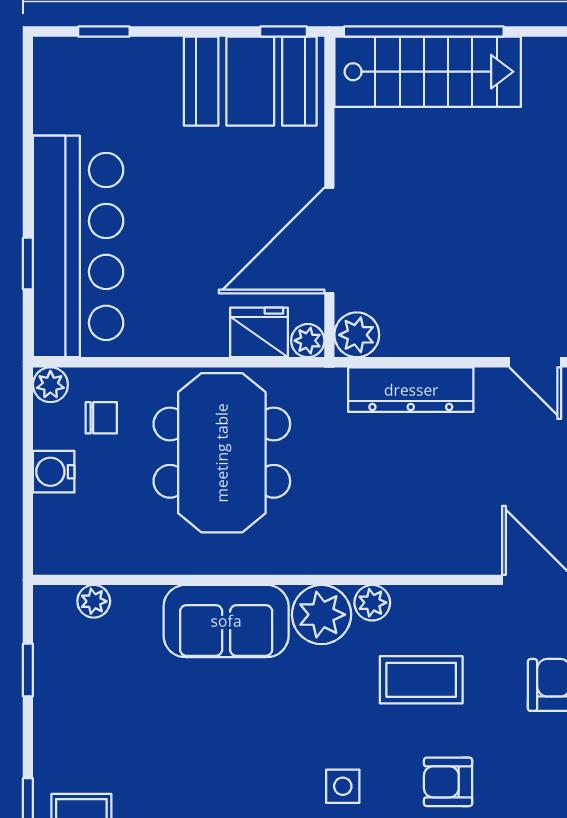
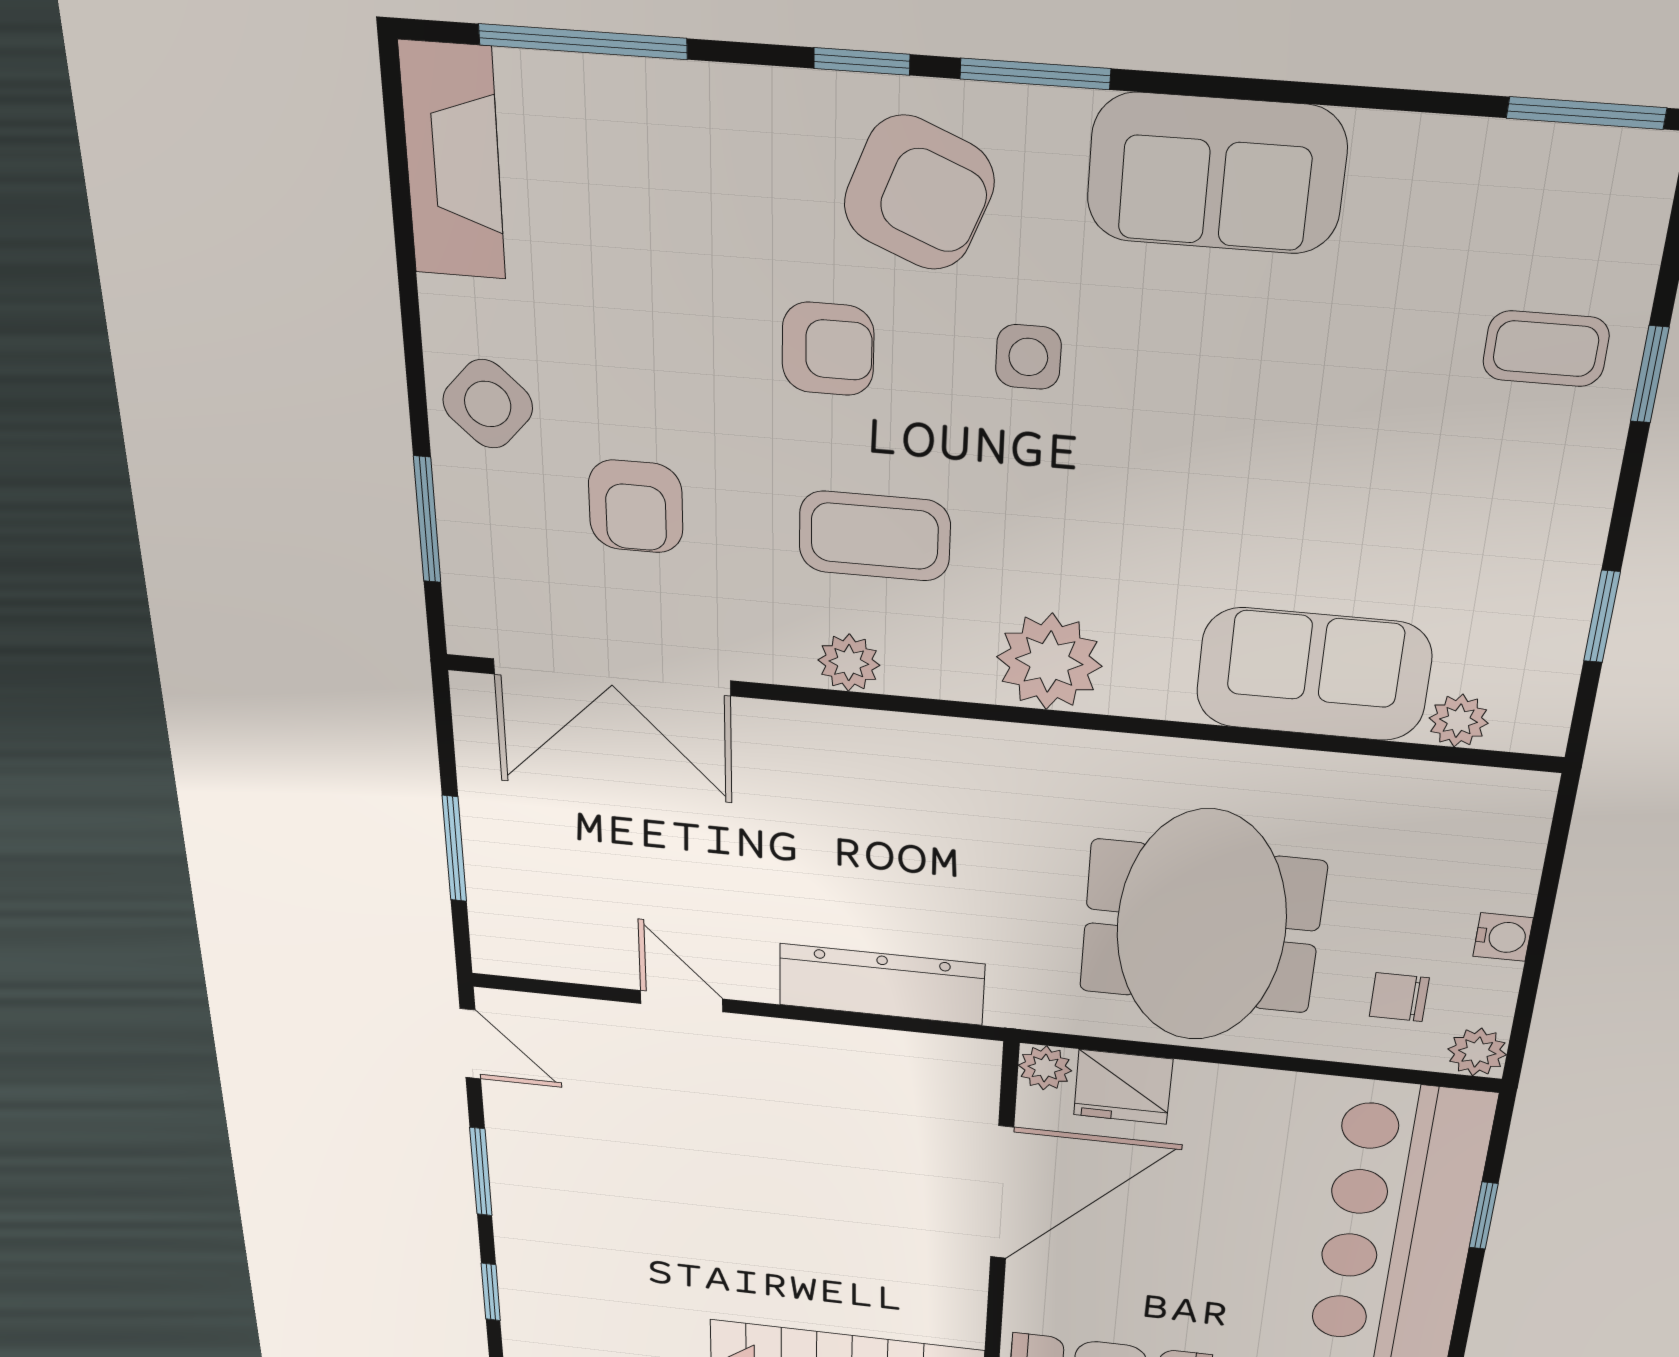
plant: (357, 335) -> (966, 1067), removed
water cooler: (54, 472) -> (1503, 937), width x0.72, depth x0.72
plant: (372, 603) -> (849, 663), moved
sofa: (226, 621) -> (1313, 675), moved

